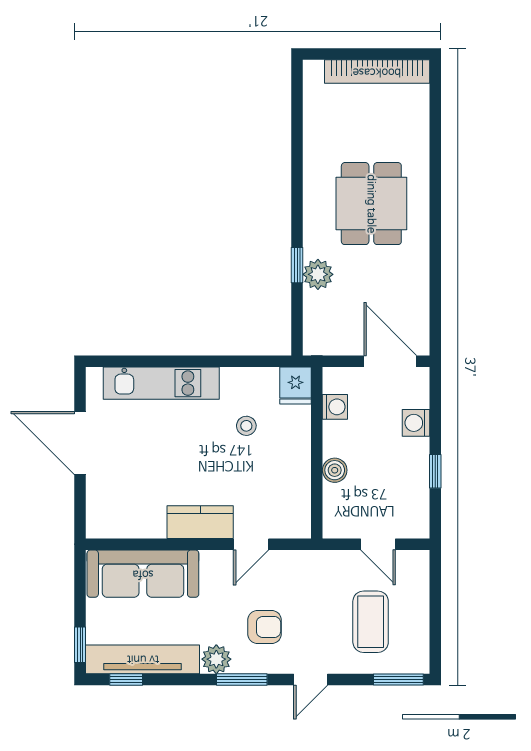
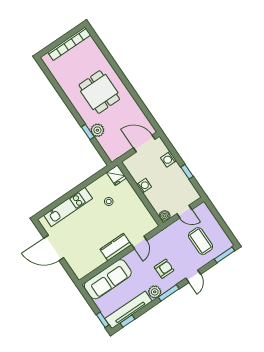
washing machine: (335, 407) -> (144, 186), moved
boiler: (335, 470) -> (165, 216), moved

